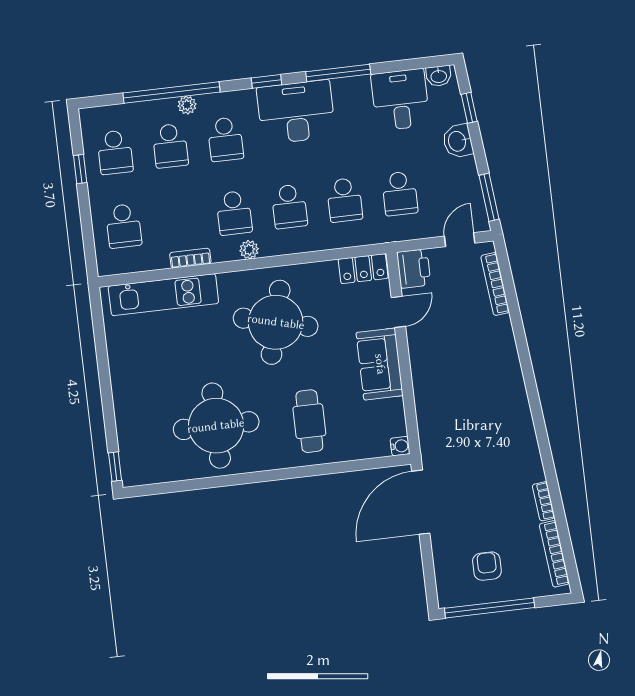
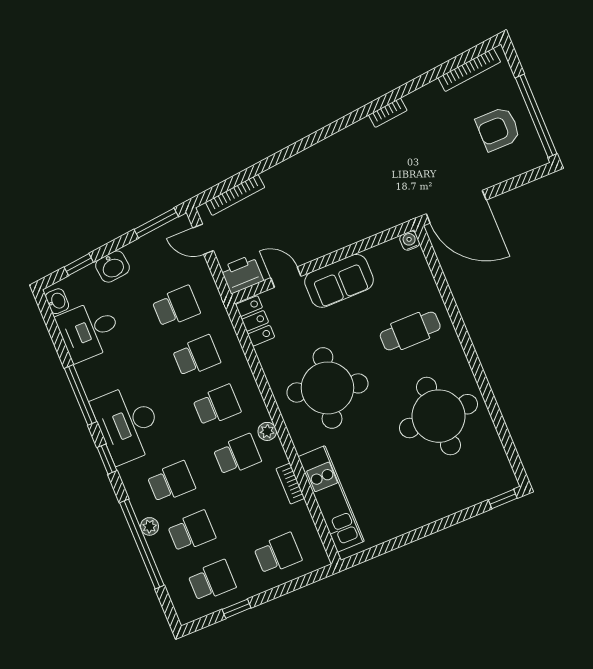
bookcase: (544, 501) -> (388, 113), moved
armchair: (487, 566) -> (498, 129), width x1.38, depth x1.38

